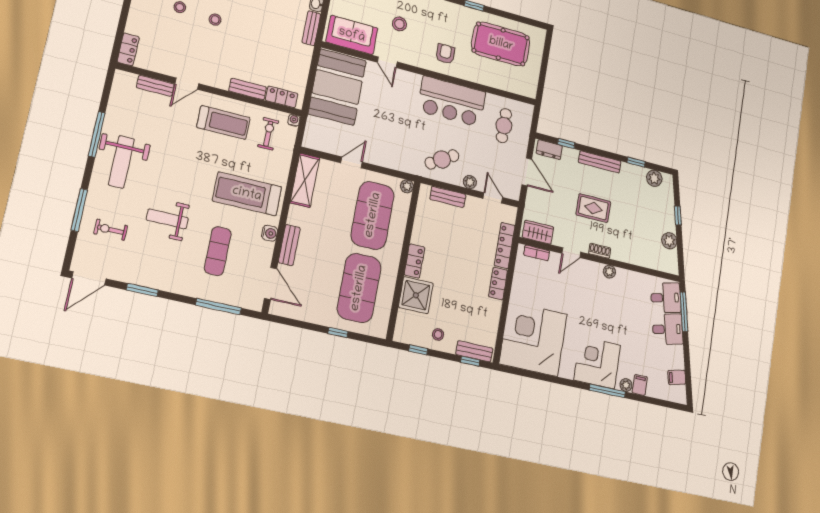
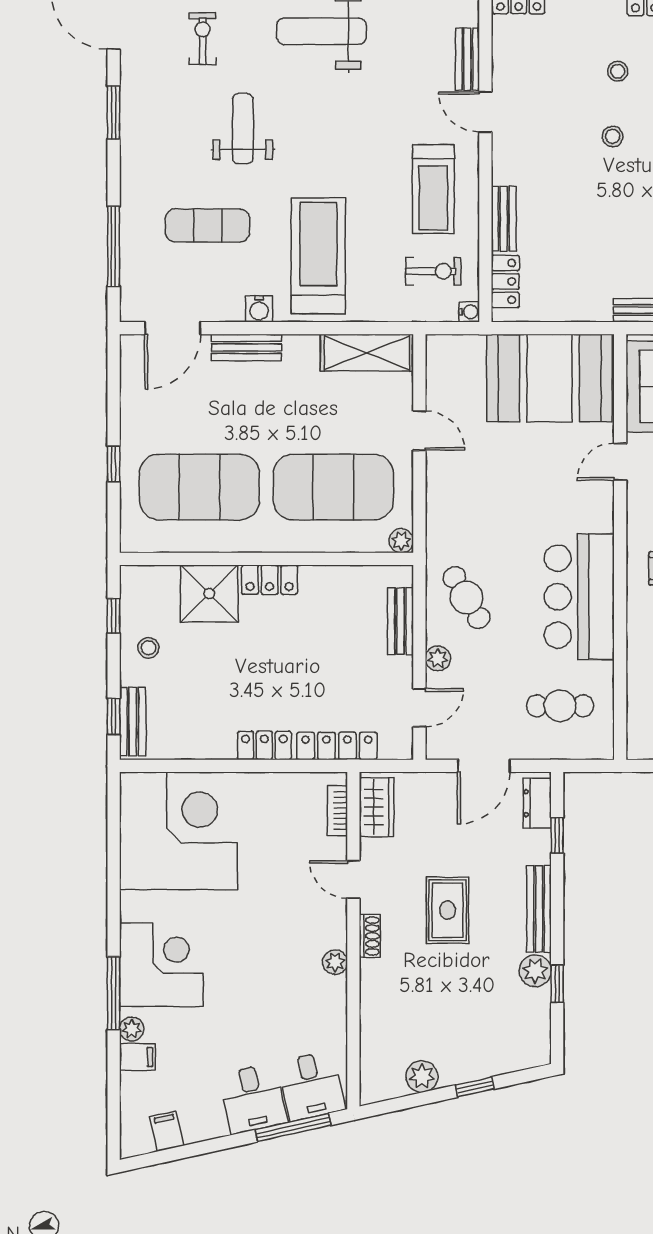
plant: (654, 178) -> (535, 971), moved

